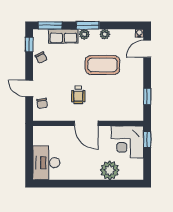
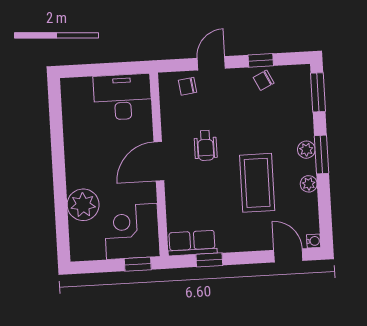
row of seats: (63, 36) -> (192, 243), moved, turned 90
window: (29, 44) -> (261, 60), moved
wheelchair: (78, 95) -> (206, 145), turned -90
desk: (46, 163) -> (122, 97), moved

